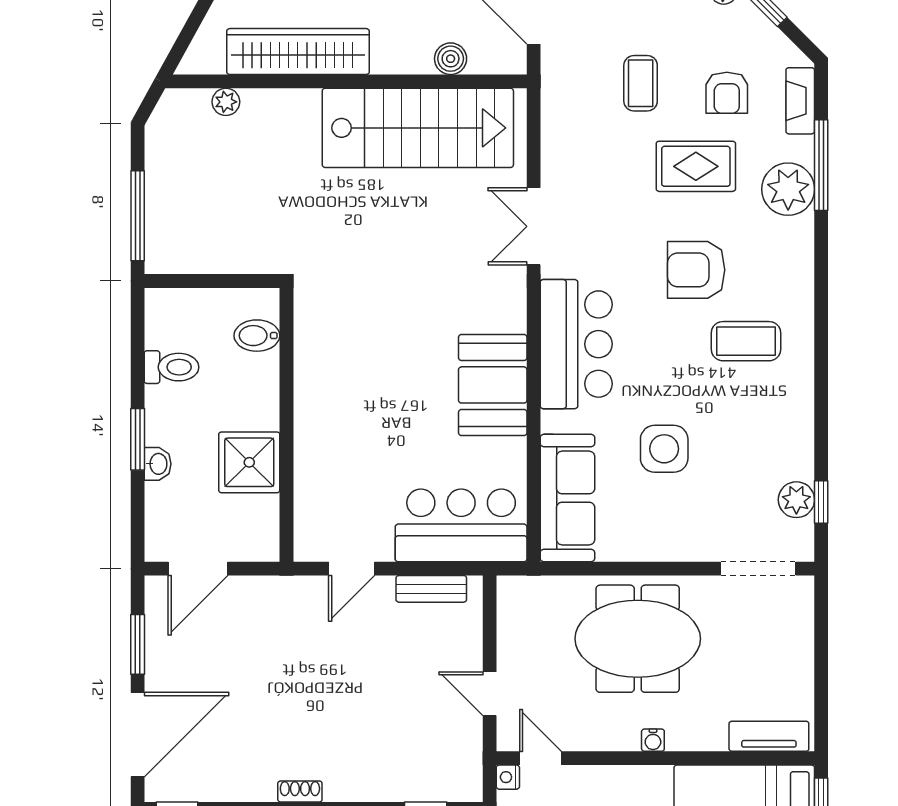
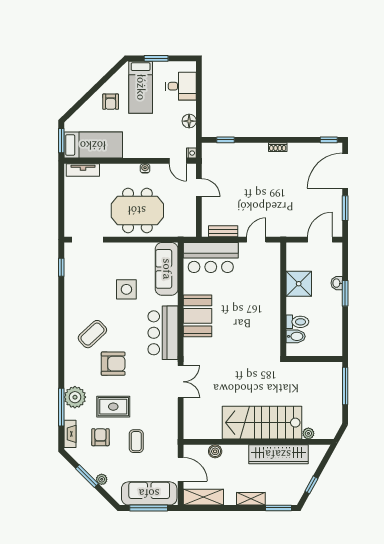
stairs: (418, 128) -> (262, 423), moved
coffee table: (746, 341) -> (92, 334), turned -43
toilet: (172, 367) -> (297, 322), moved, turned 180
plant: (796, 500) -> (72, 268), removed
water cooler: (653, 740) -> (145, 168), moved

